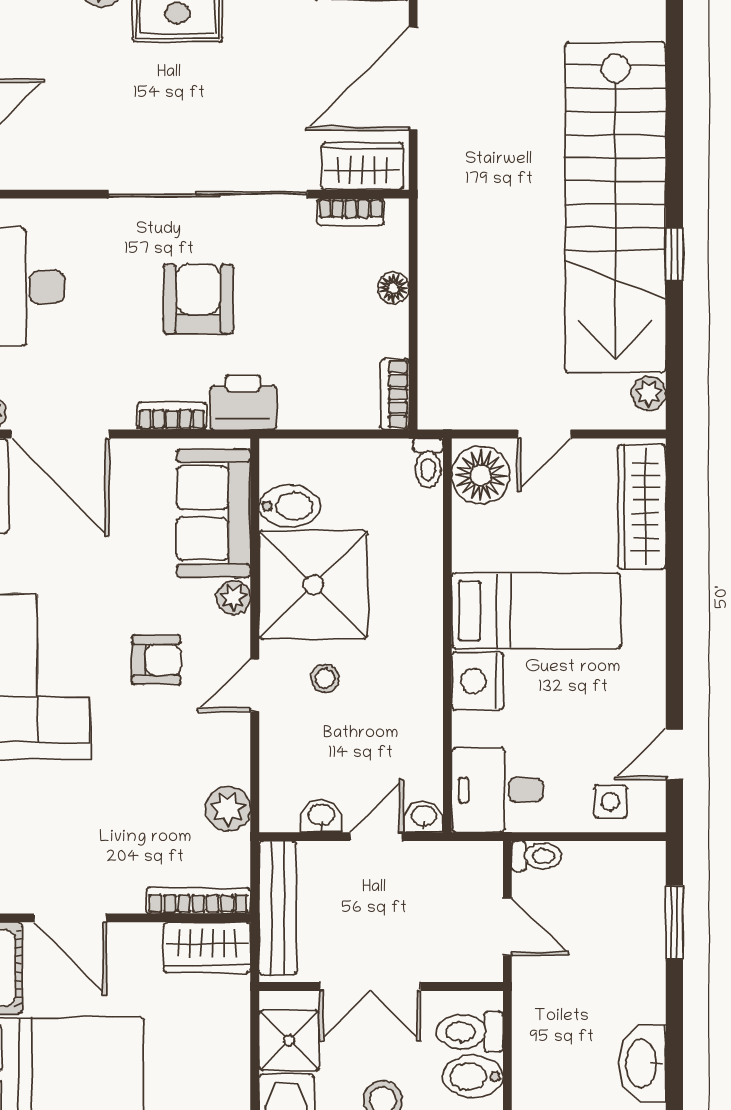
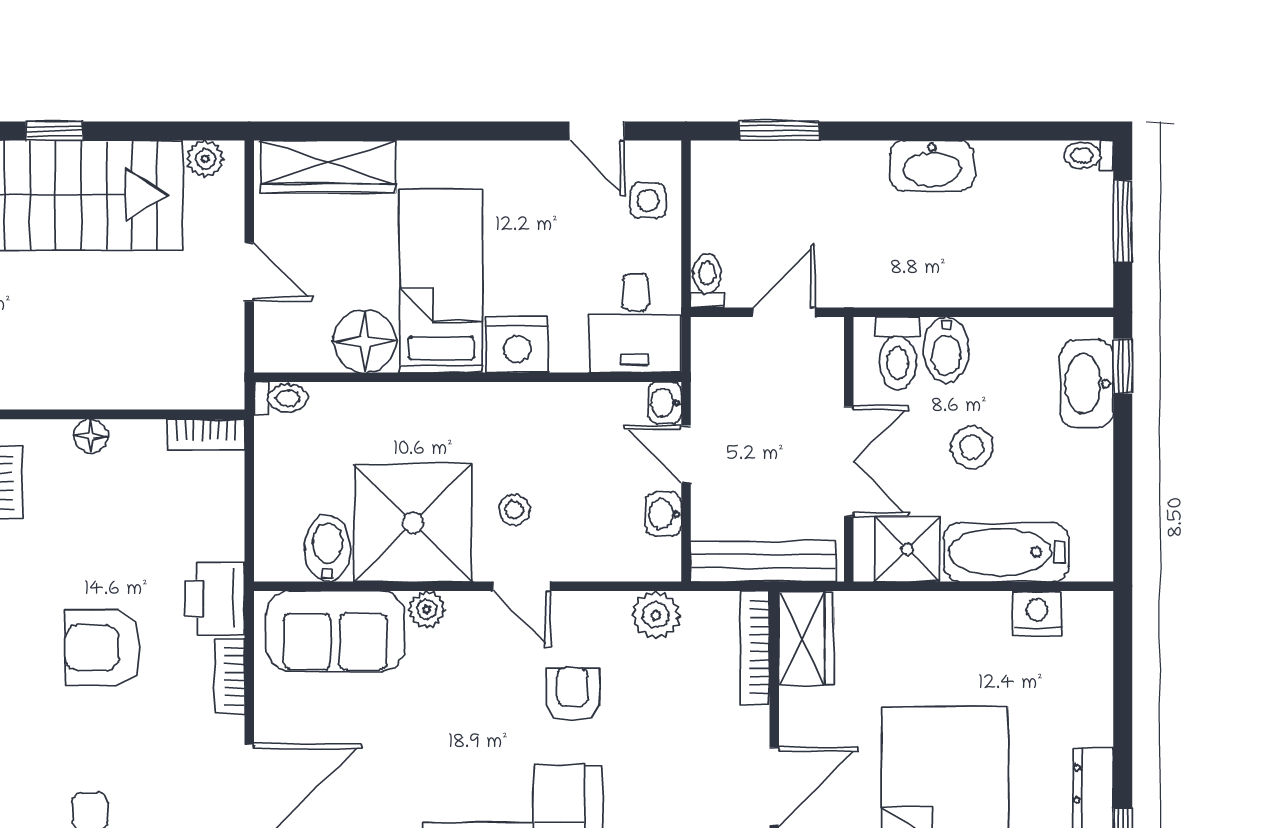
floor lamp: (481, 475) -> (365, 341), moved
armchair: (156, 660) -> (572, 694), moved

